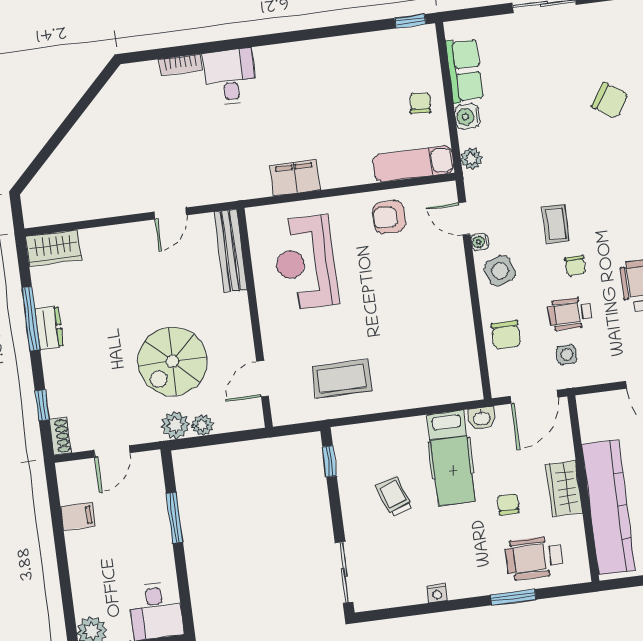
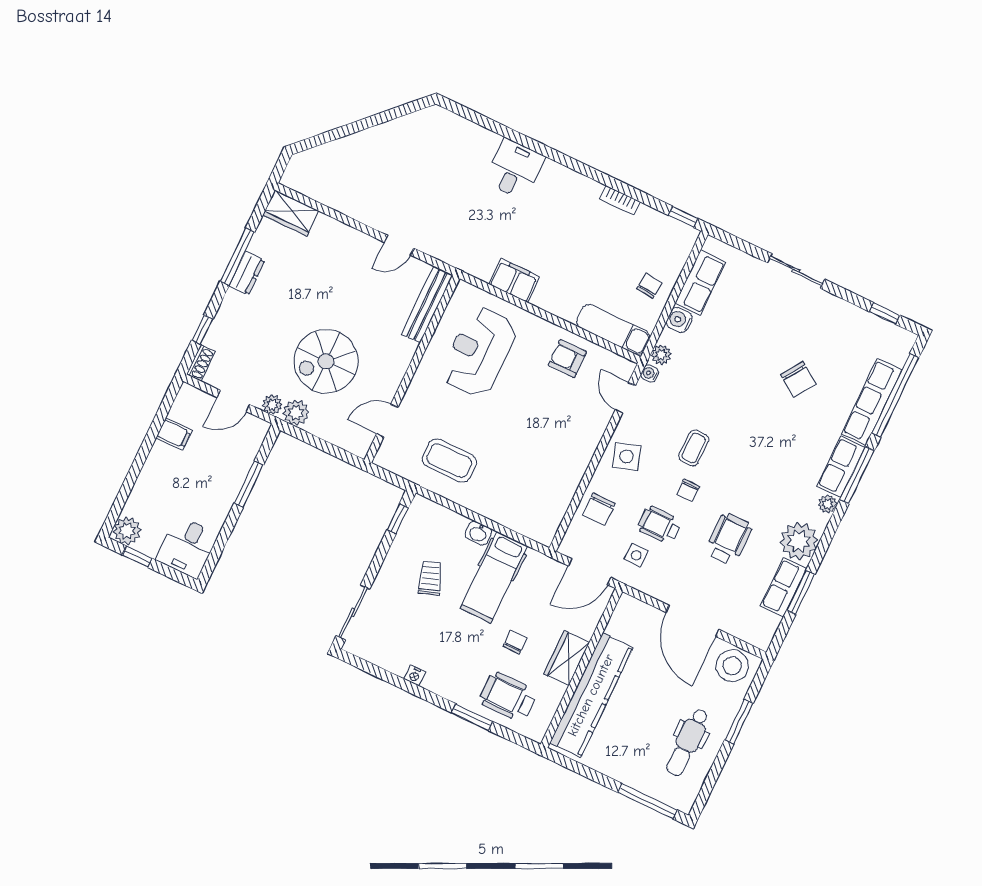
bookcase: (180, 65) -> (620, 200), moved
water cooler: (480, 242) -> (650, 373), moved
washbasin: (482, 418) -> (478, 533), moved
plant: (202, 425) -> (272, 405), moved

